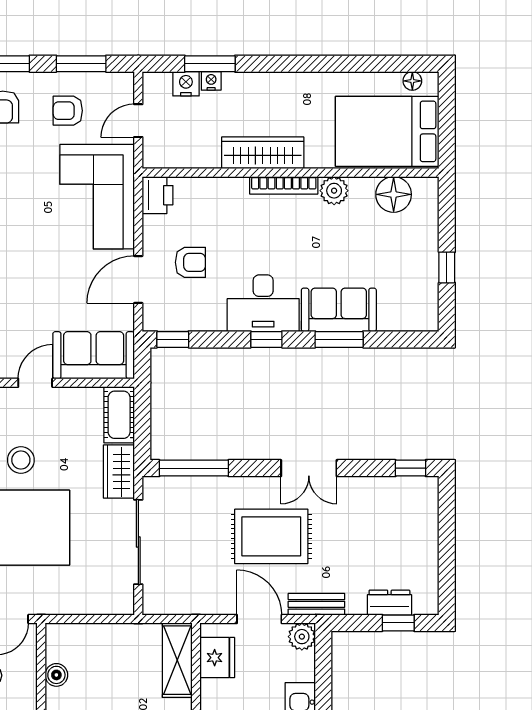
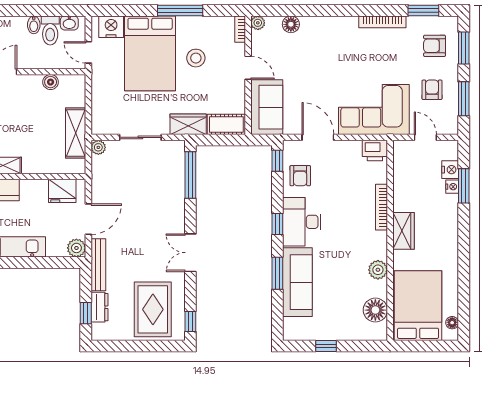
wardrobe: (263, 153) -> (403, 231), width x0.67
bookcase: (284, 185) -> (382, 207), moved
armchair: (190, 262) -> (300, 176), moved
sofa: (339, 310) -> (297, 282), width x1.36
rug: (271, 536) -> (153, 309), moved
sliding door: (138, 542) -> (140, 137), width x0.73
plant: (153, 604) -> (98, 147), added
bench: (316, 604) -> (98, 265), width x1.36
shelving: (177, 660) -> (76, 133), moved, turned 90

